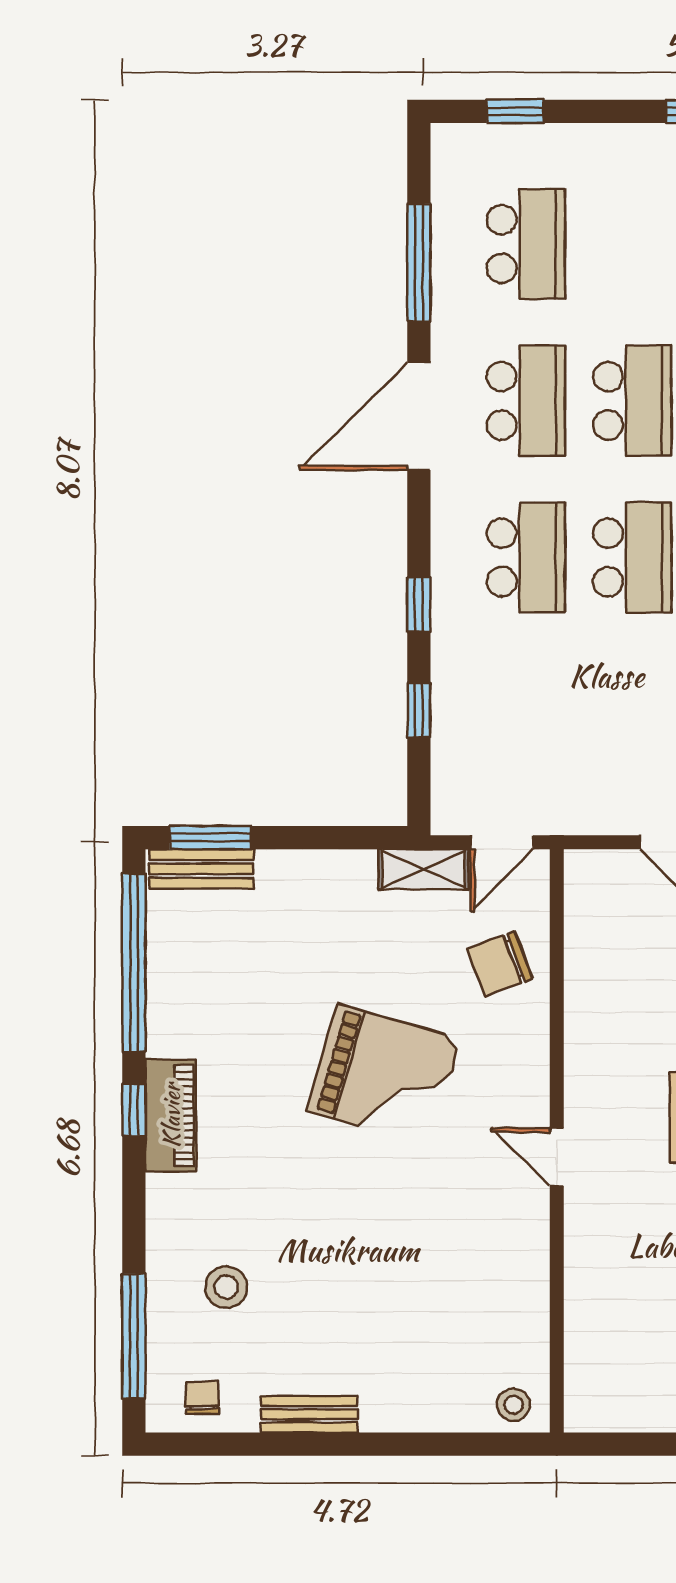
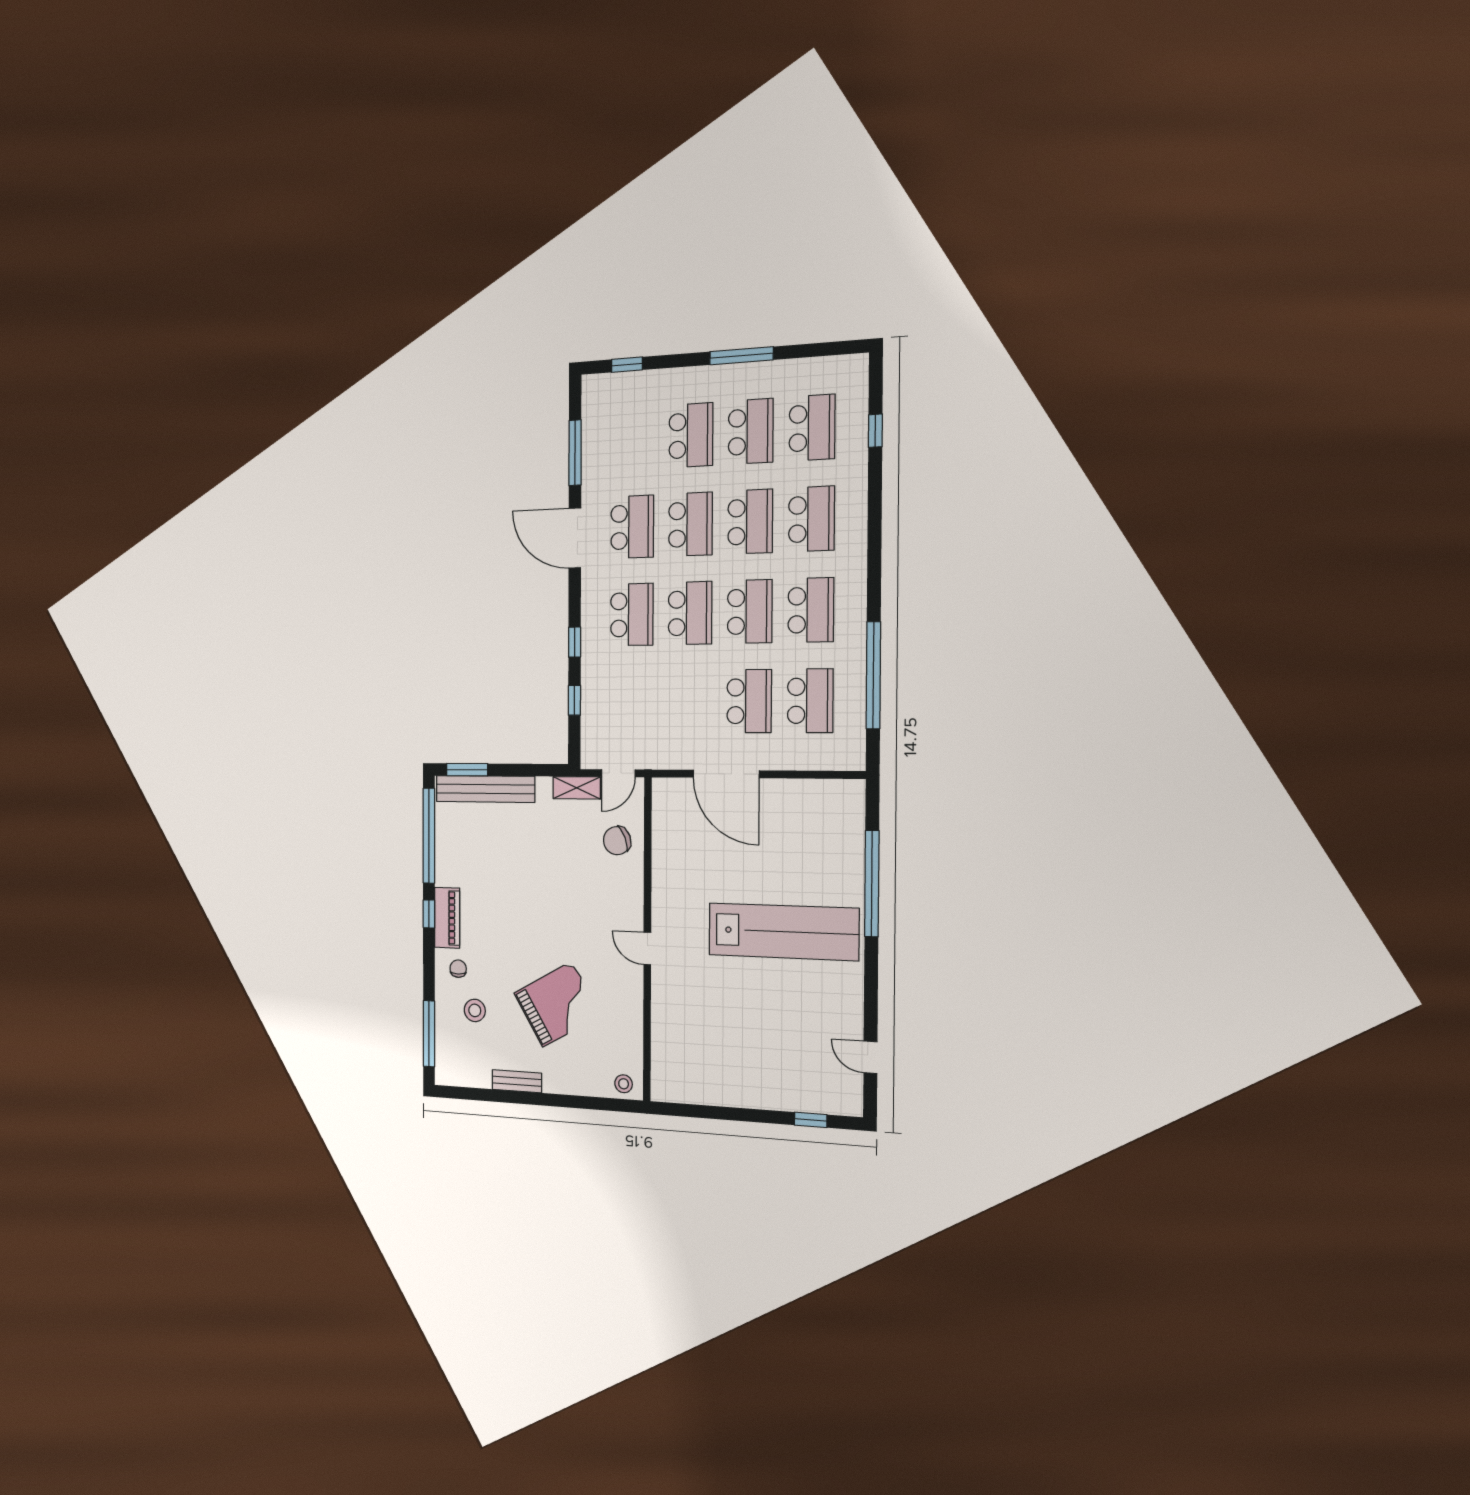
school desk: (526, 244) -> (691, 435), moved
door: (419, 416) -> (575, 538), hinge flipped
bench: (201, 869) -> (485, 789), width x1.86, depth x1.21
grand piano: (384, 1075) -> (557, 1004), moved, turned -46
chair: (202, 1398) -> (458, 969), moved

